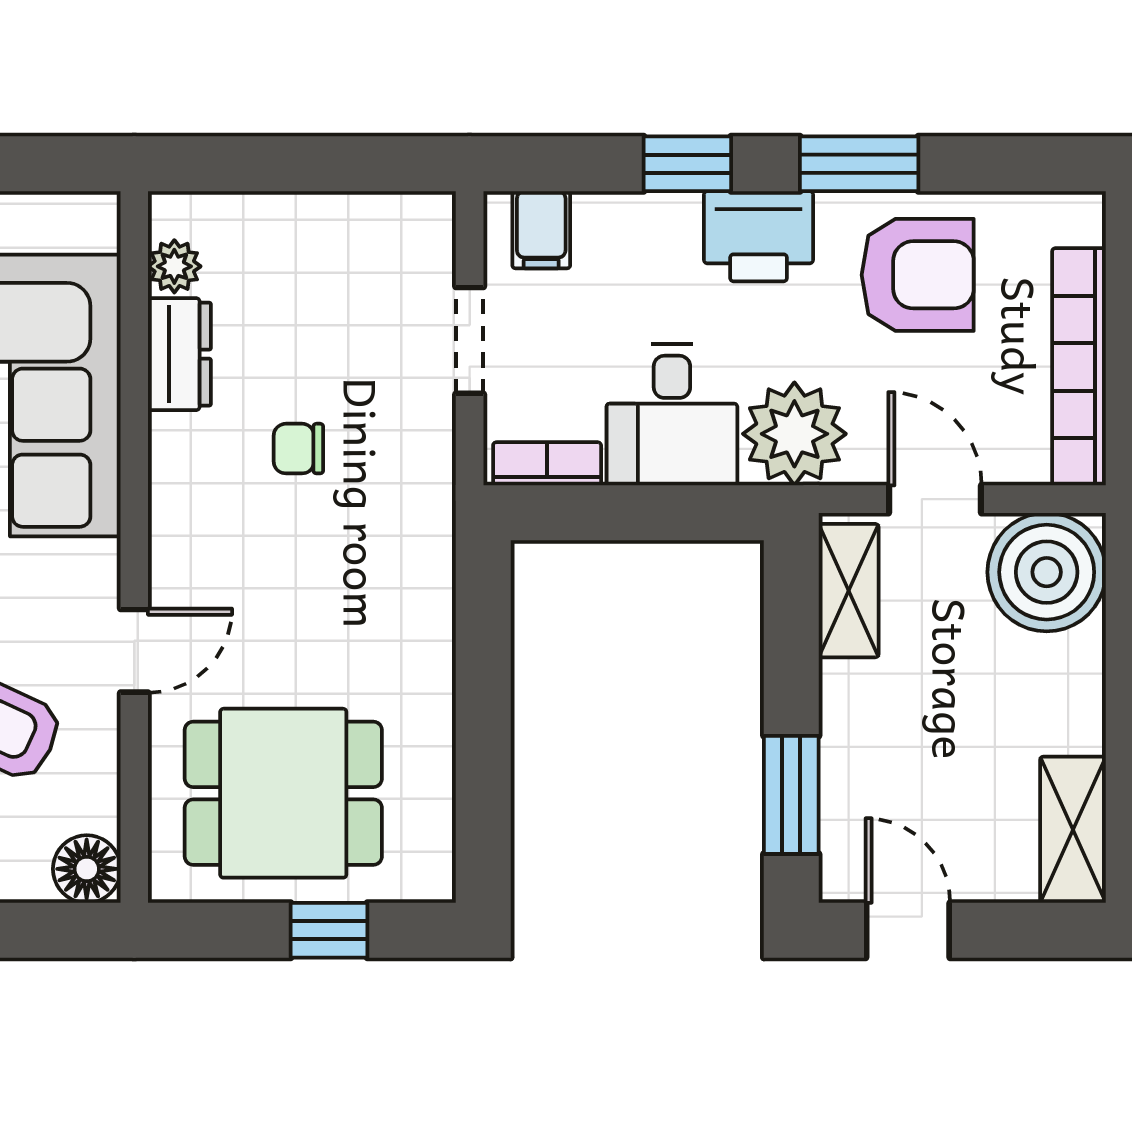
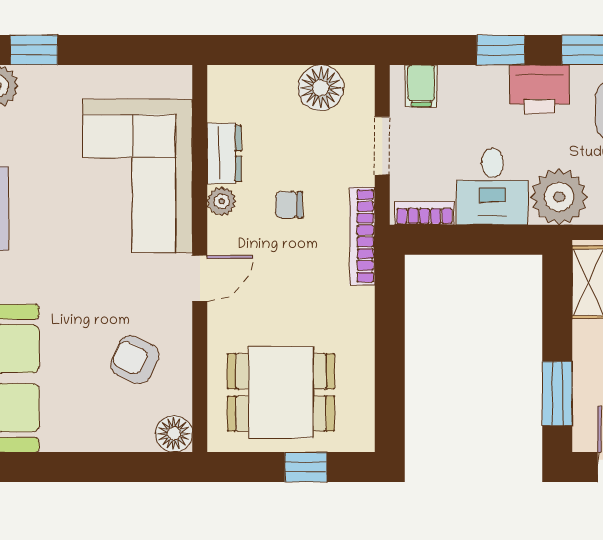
floor lamp: (357, 233) -> (321, 88), added
plant: (174, 266) -> (222, 201), moved
bookcase: (433, 506) -> (362, 236), added
door: (134, 651) -> (200, 278), moved

